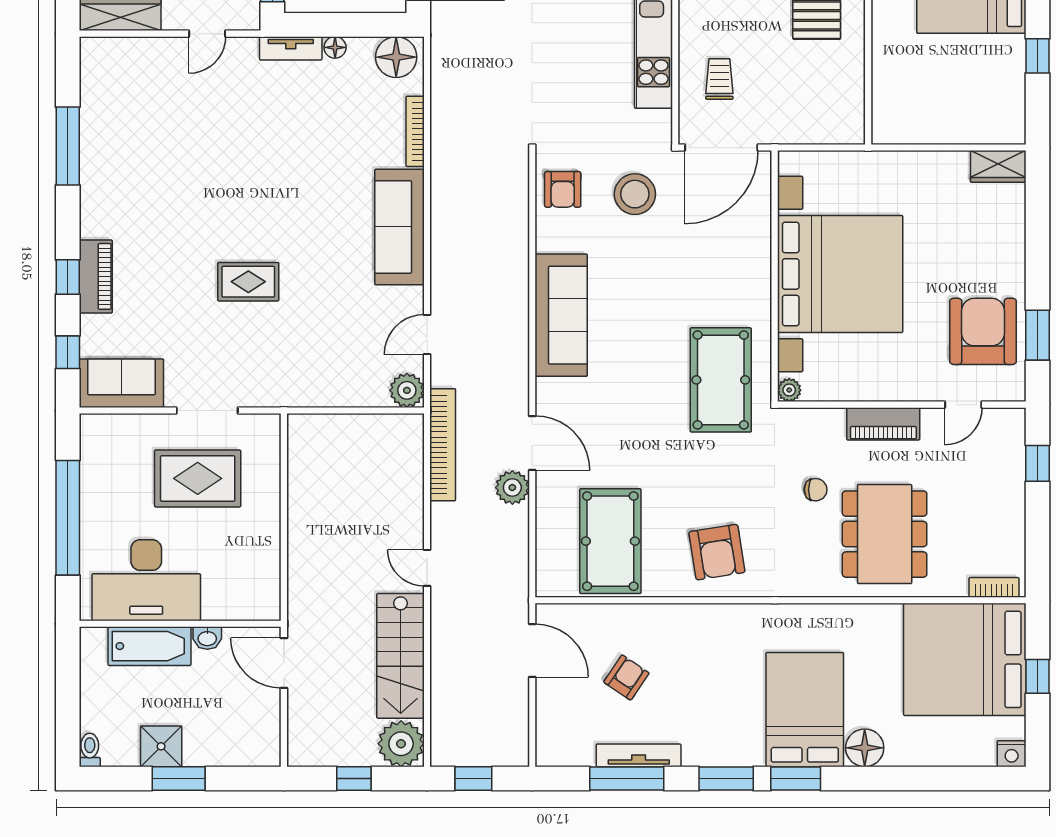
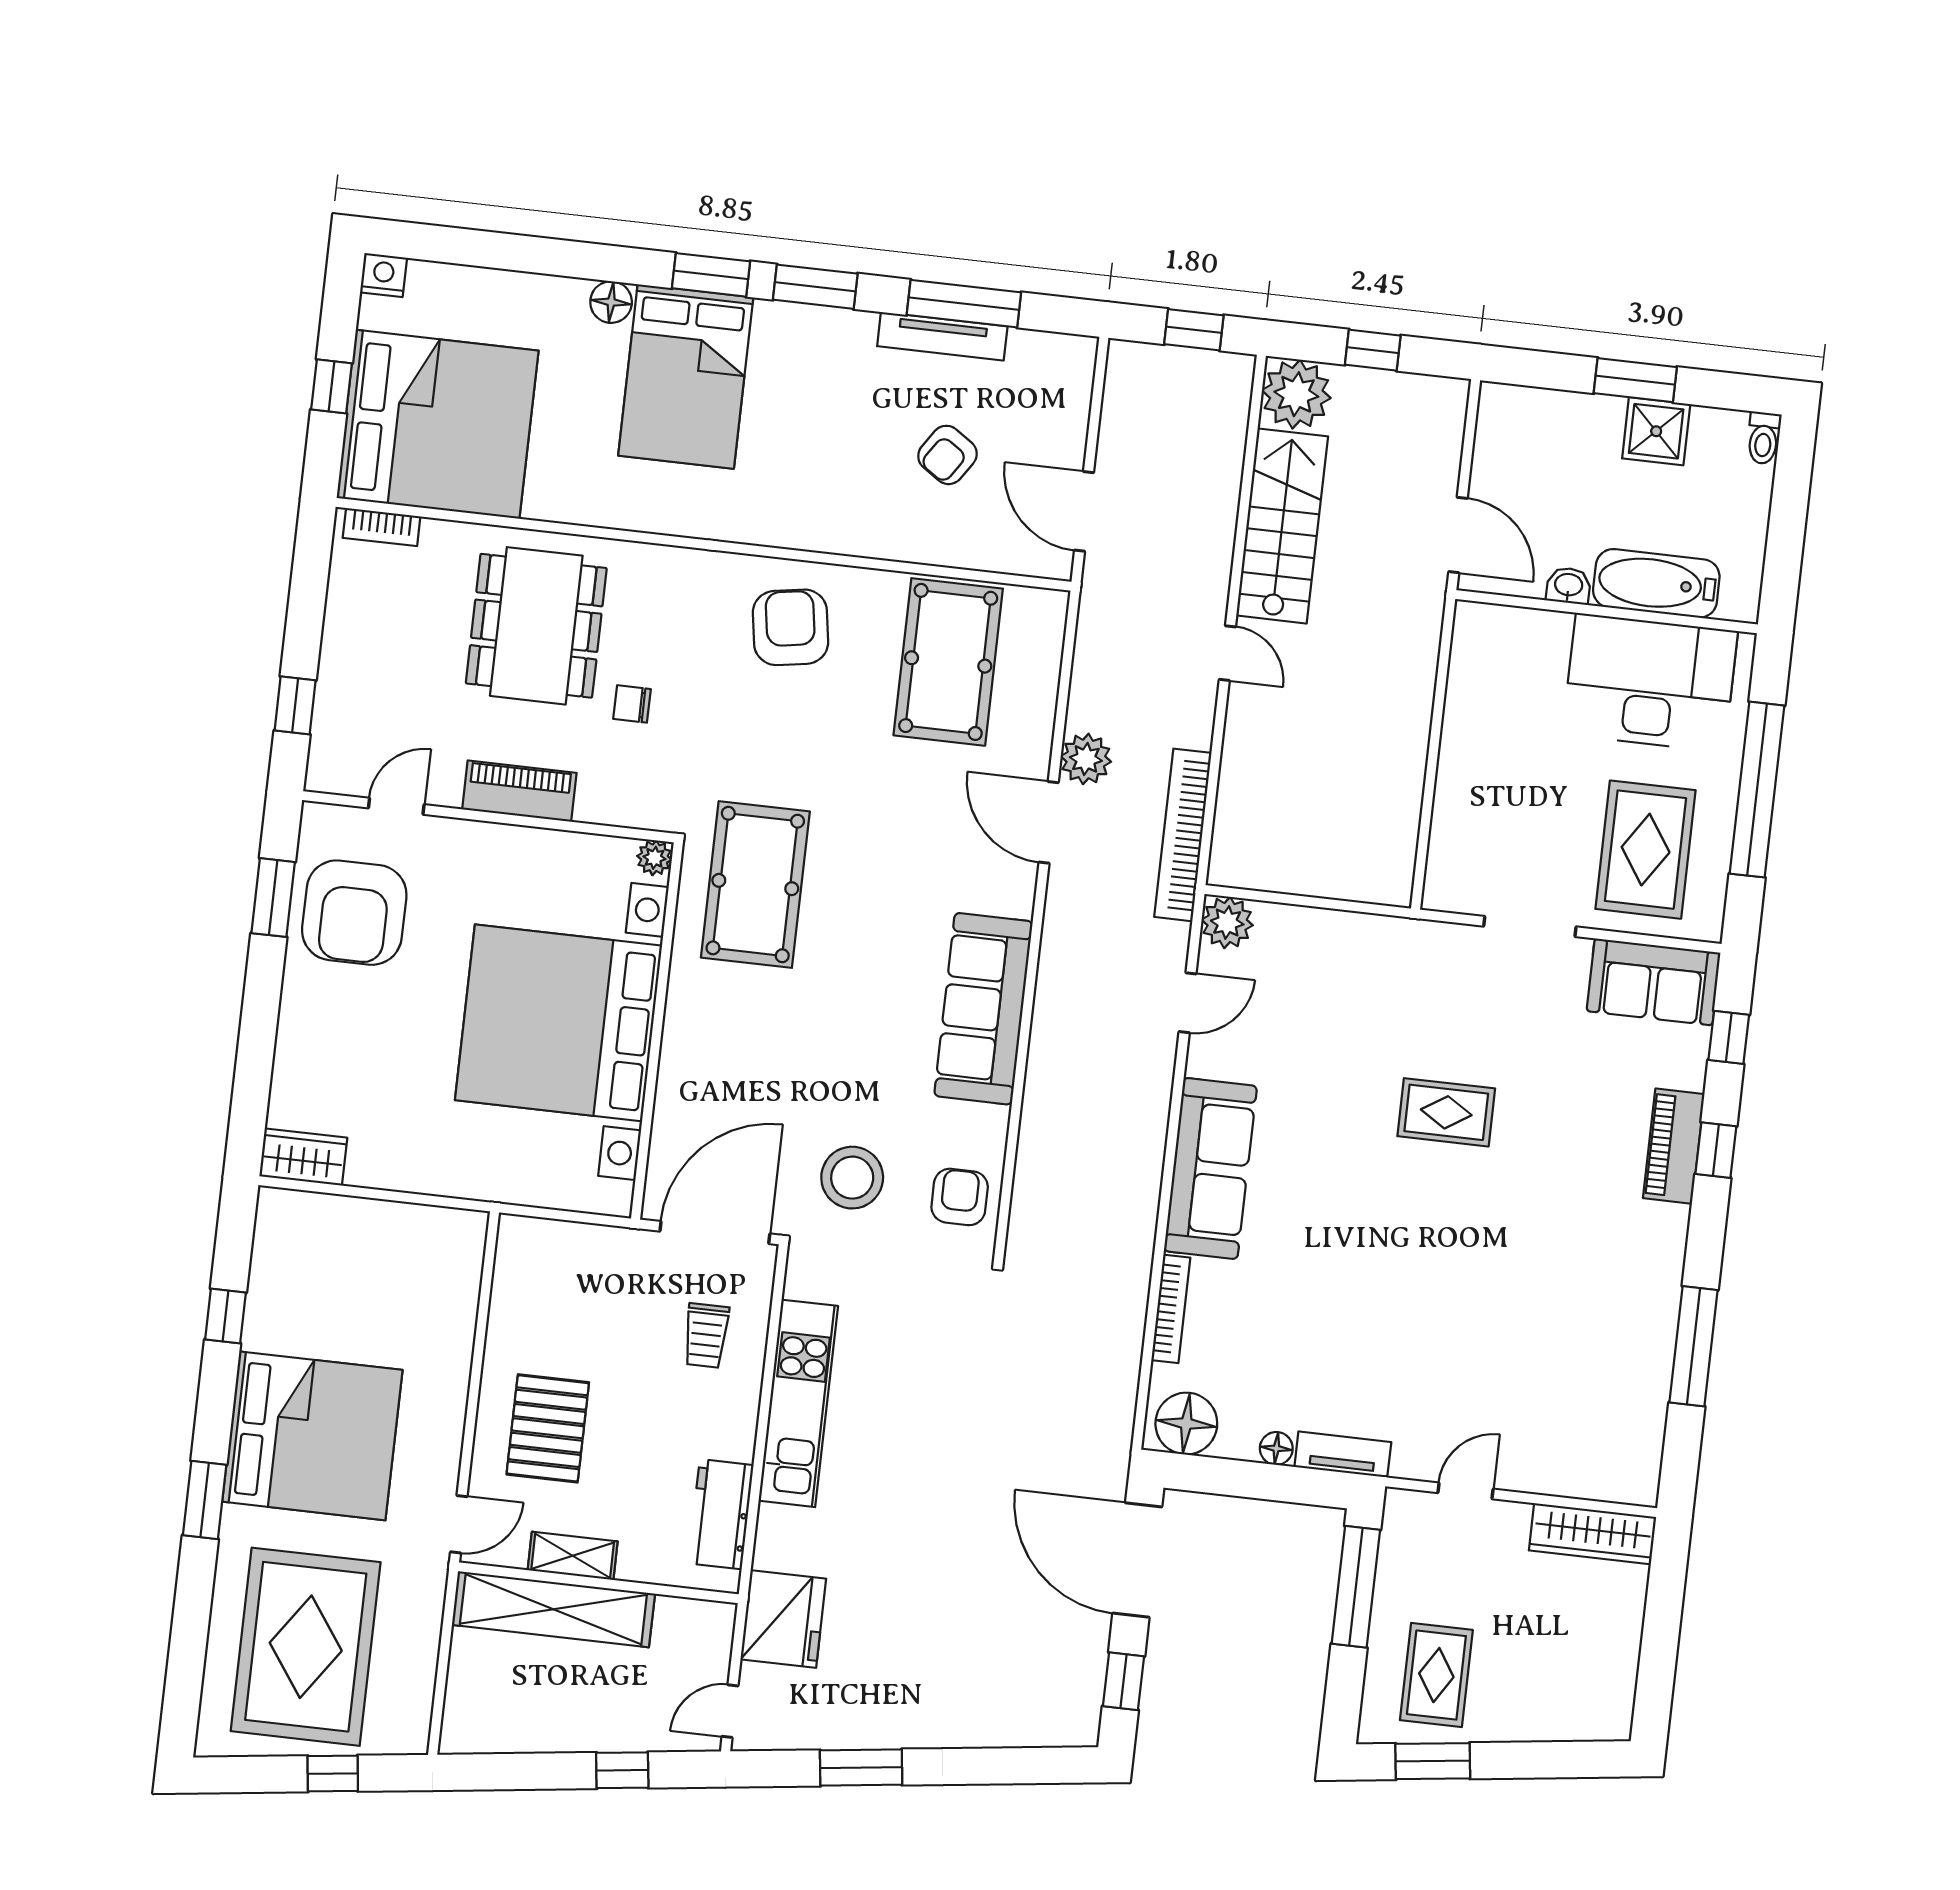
rug: (198, 478) -> (1646, 850), moved, turned 90
floor lamp: (865, 748) -> (611, 302), width x0.73, depth x0.73

